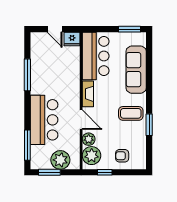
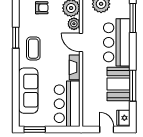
fridge: (72, 39) -> (123, 118), moved, turned -90
booth: (42, 77) -> (119, 84), added
coffee table: (131, 113) -> (33, 49), turned 90

